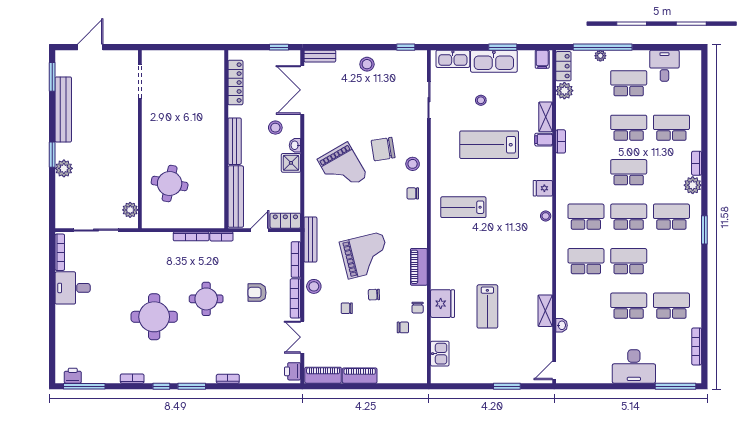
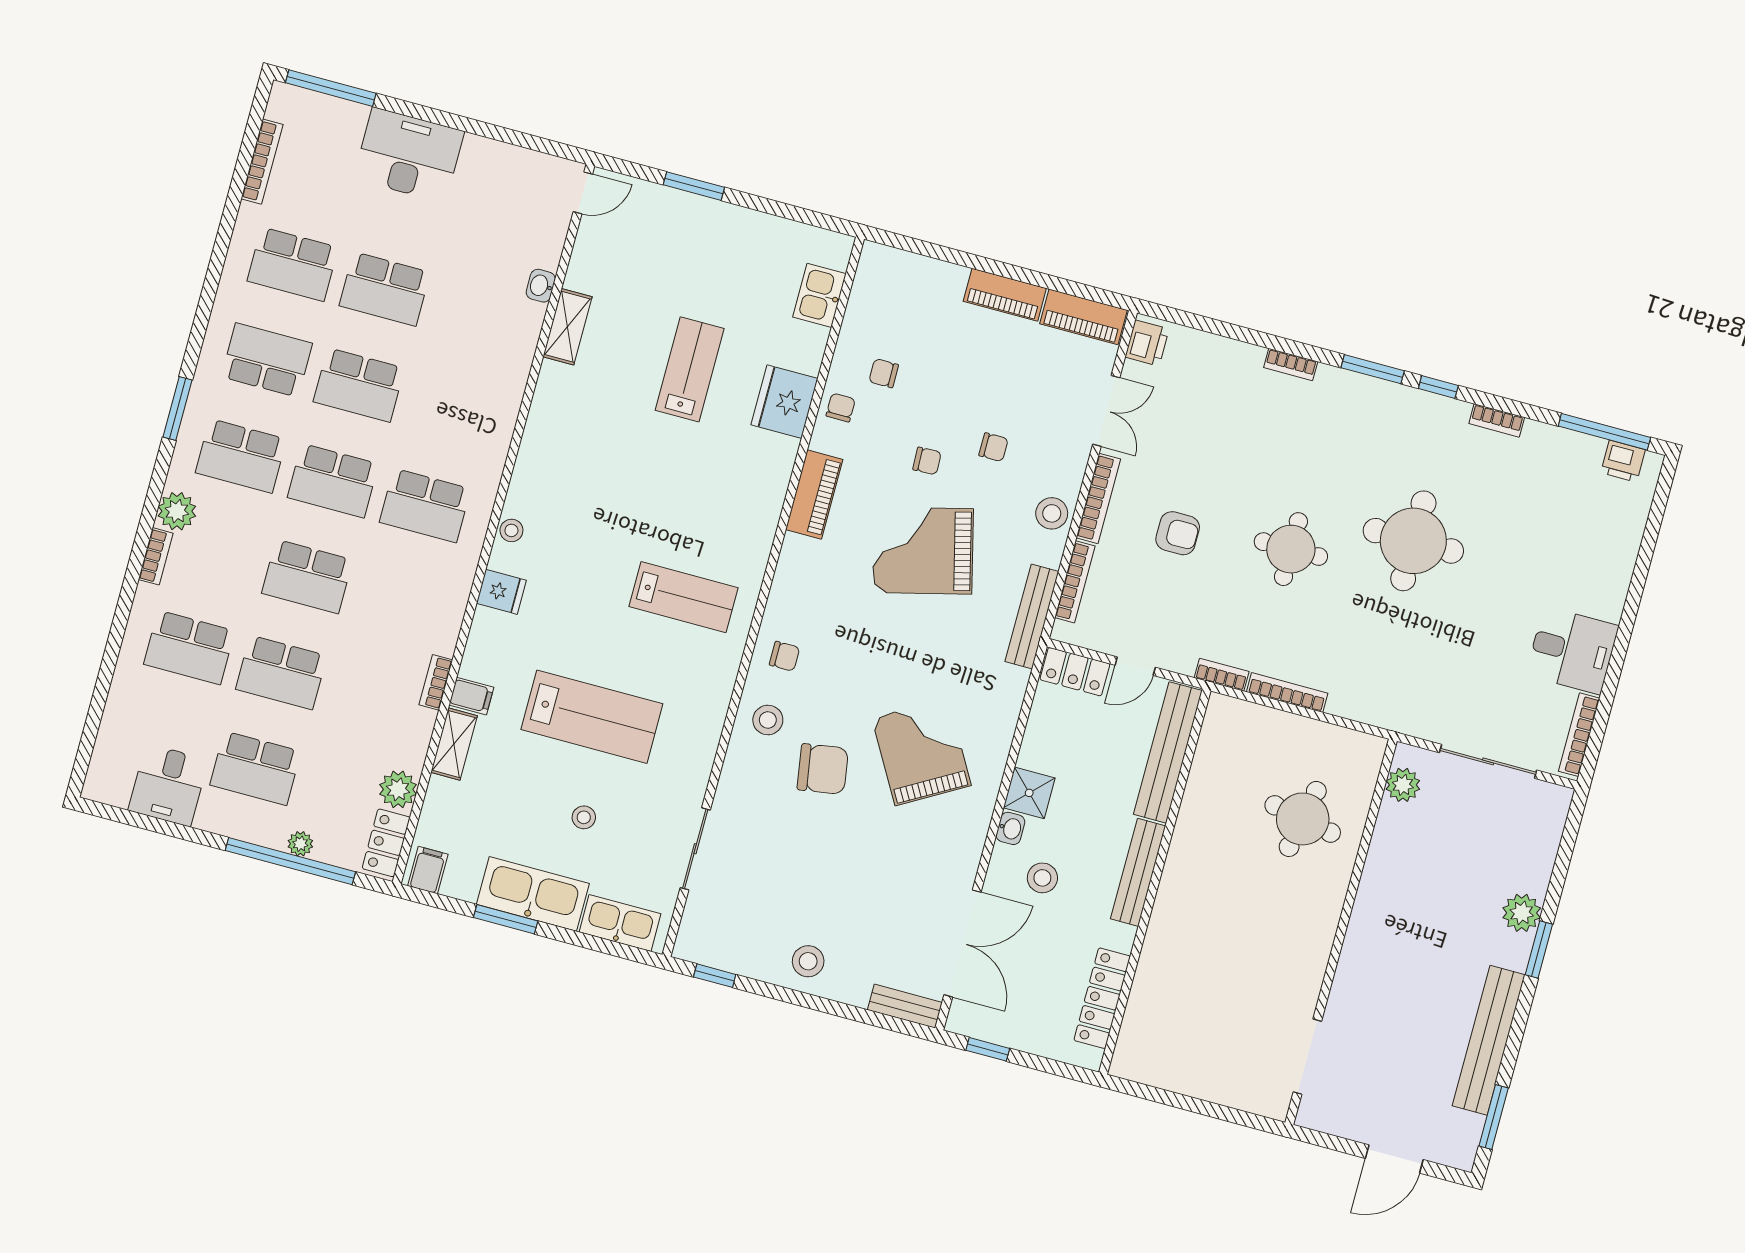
school desk: (586, 261) -> (267, 360), moved, turned 180

